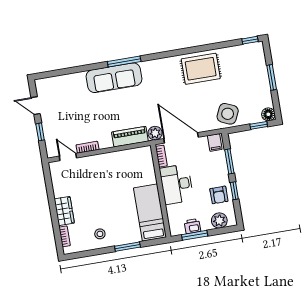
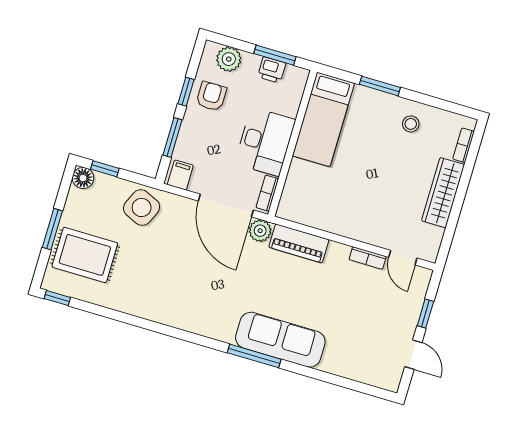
rug: (201, 69) -> (85, 255), moved
wardrobe: (64, 211) -> (443, 193), width x1.50

